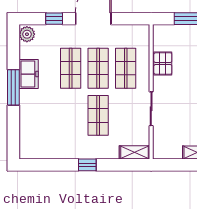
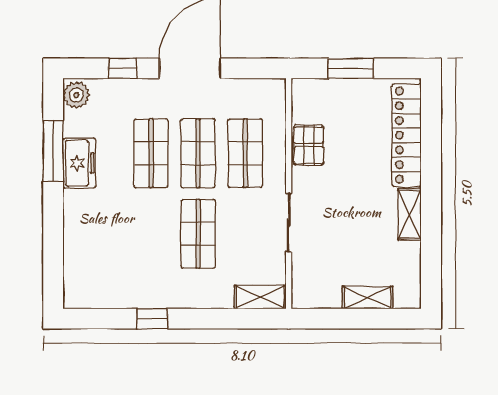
window: (13, 87) -> (53, 151), moved
window: (87, 165) -> (152, 319), moved

